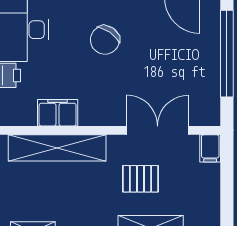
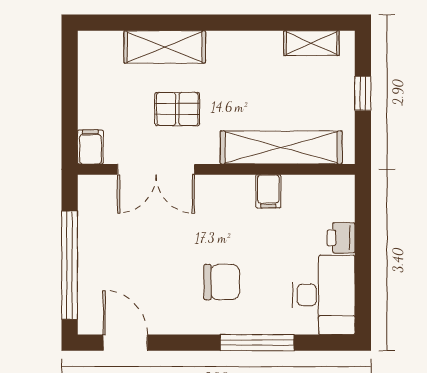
chair: (105, 40) -> (222, 282), turned 55
filing cabinet: (58, 113) -> (268, 191), width x0.50

